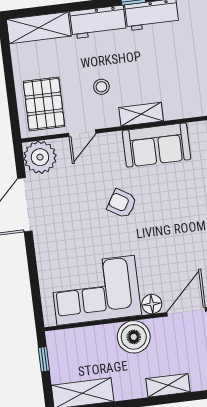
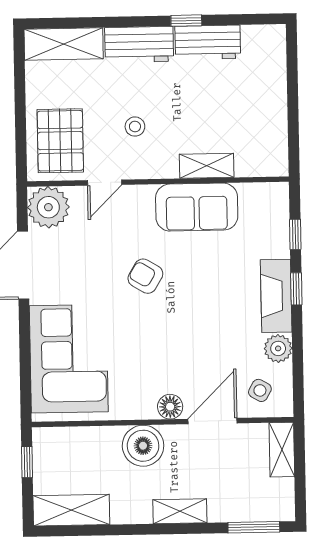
shelving: (141, 114) -> (207, 166), moved
corner sofa: (96, 290) -> (69, 359), moved, turned 90

